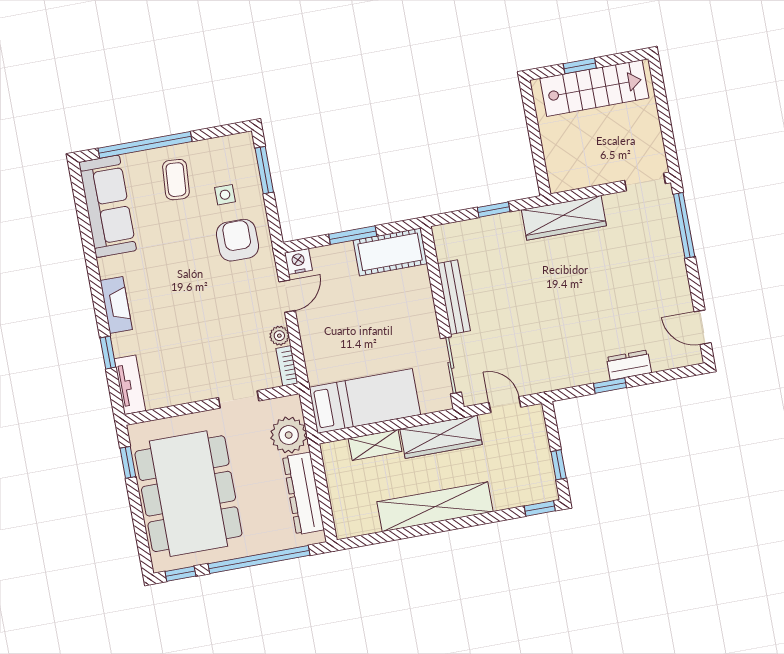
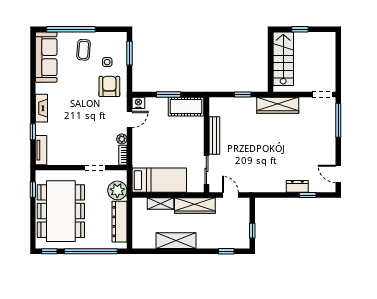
stairs: (594, 88) -> (283, 59), moved, turned -90
window: (610, 386) -> (308, 195), moved
shelving: (435, 507) -> (176, 241), width x0.68
window: (540, 508) -> (226, 251), moved

